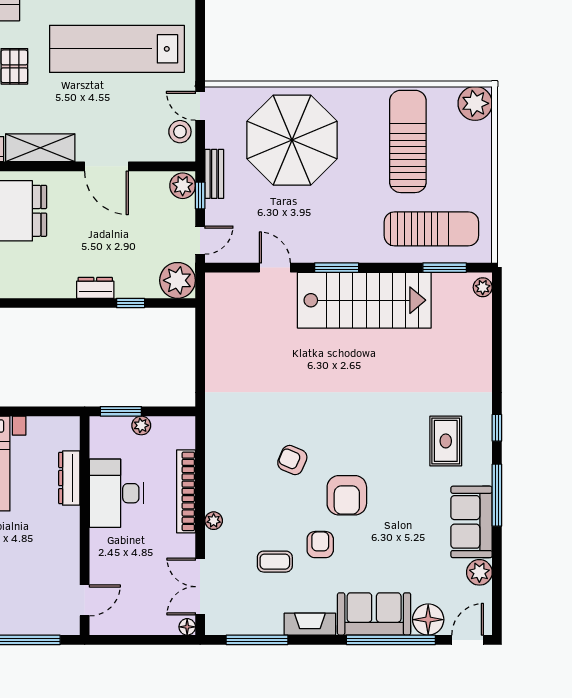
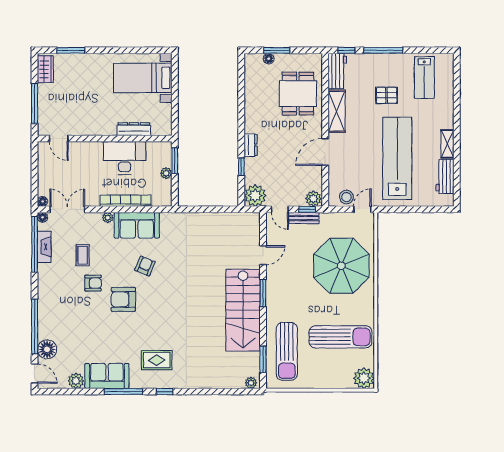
bench: (214, 174) -> (304, 218), moved
sofa: (374, 614) -> (137, 225), moved, turned 90
fireplace: (310, 624) -> (44, 247), moved
floor lamp: (213, 627) -> (43, 217), added
window: (257, 640) -> (35, 244), width x1.46

